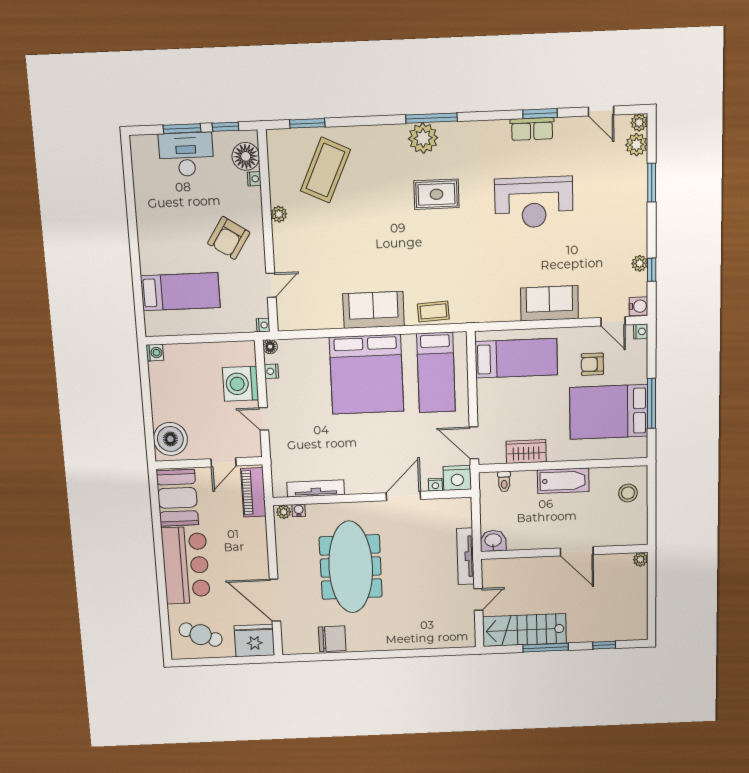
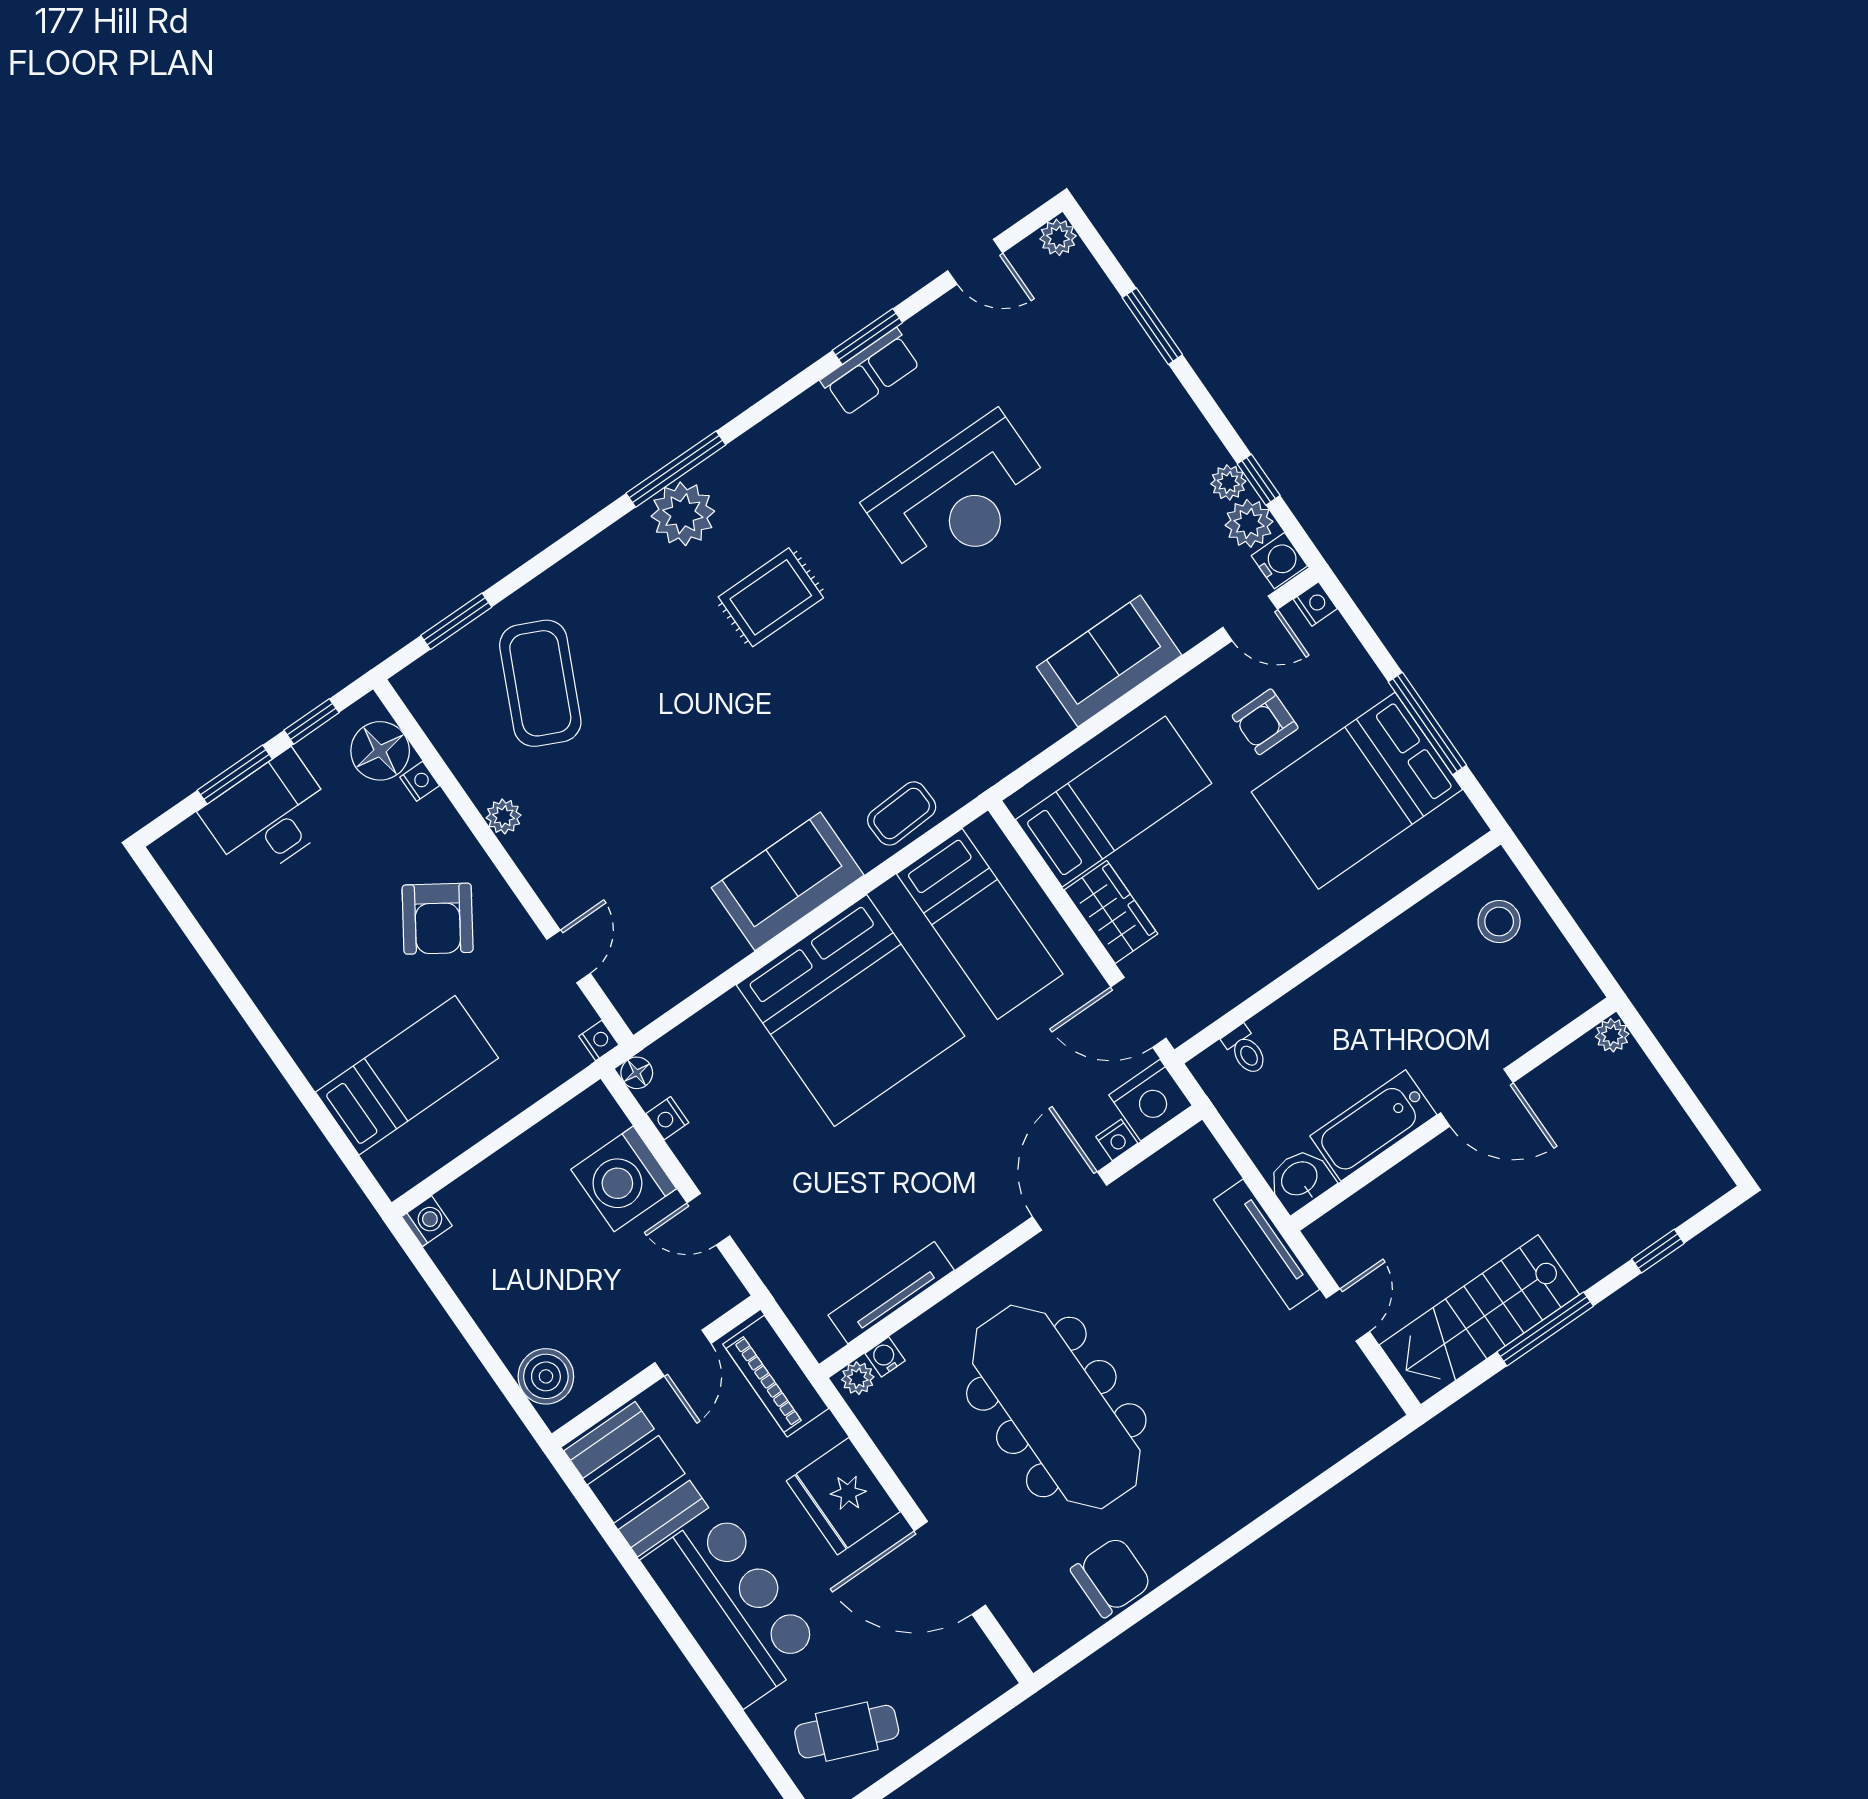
plant: (637, 145) -> (1249, 523), moved
boiler: (170, 439) -> (546, 1376), width x0.73, depth x0.73
wardrobe: (526, 452) -> (1111, 912), moved, turned 90
bathtub: (563, 481) -> (1373, 1125), moved, turned 180
fridge: (254, 641) -> (843, 1496), moved, turned -90

